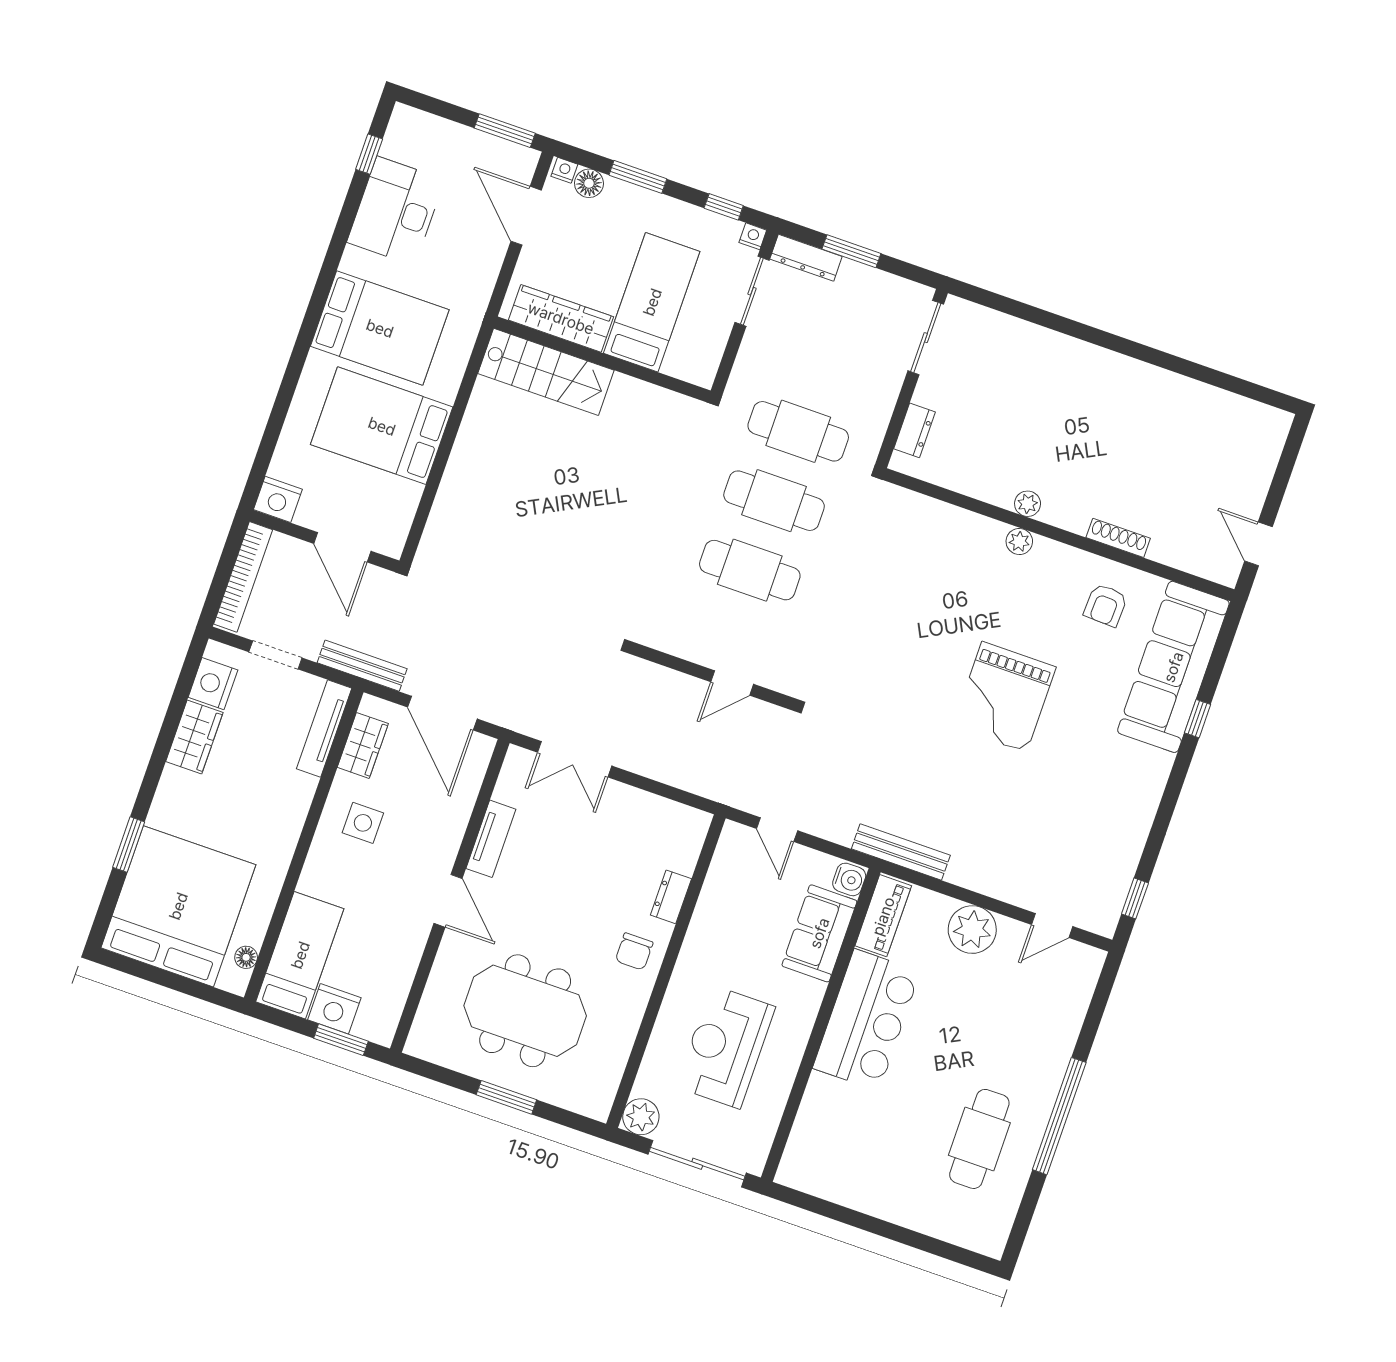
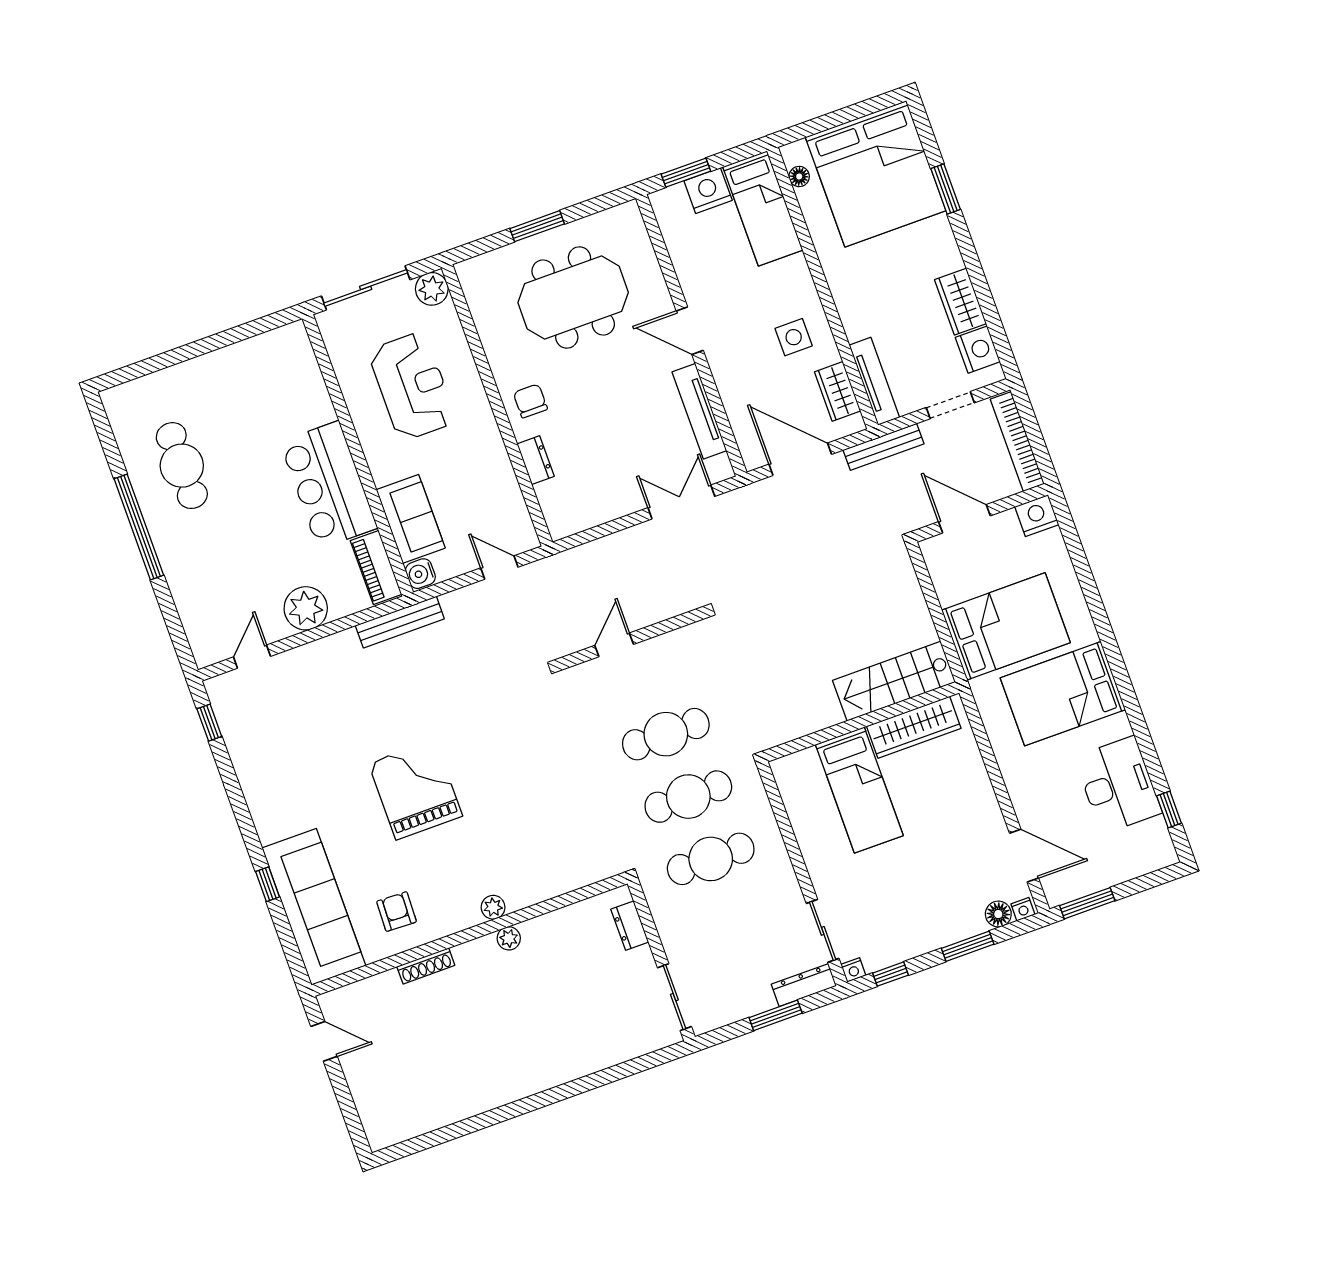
bed: (652, 302) -> (859, 790), moved
wardrobe: (561, 318) -> (914, 727), moved
wall: (602, 359) -> (862, 722), moved
stairs: (546, 372) -> (894, 681), moved
tv unit: (491, 839) -> (699, 411), width x1.41

